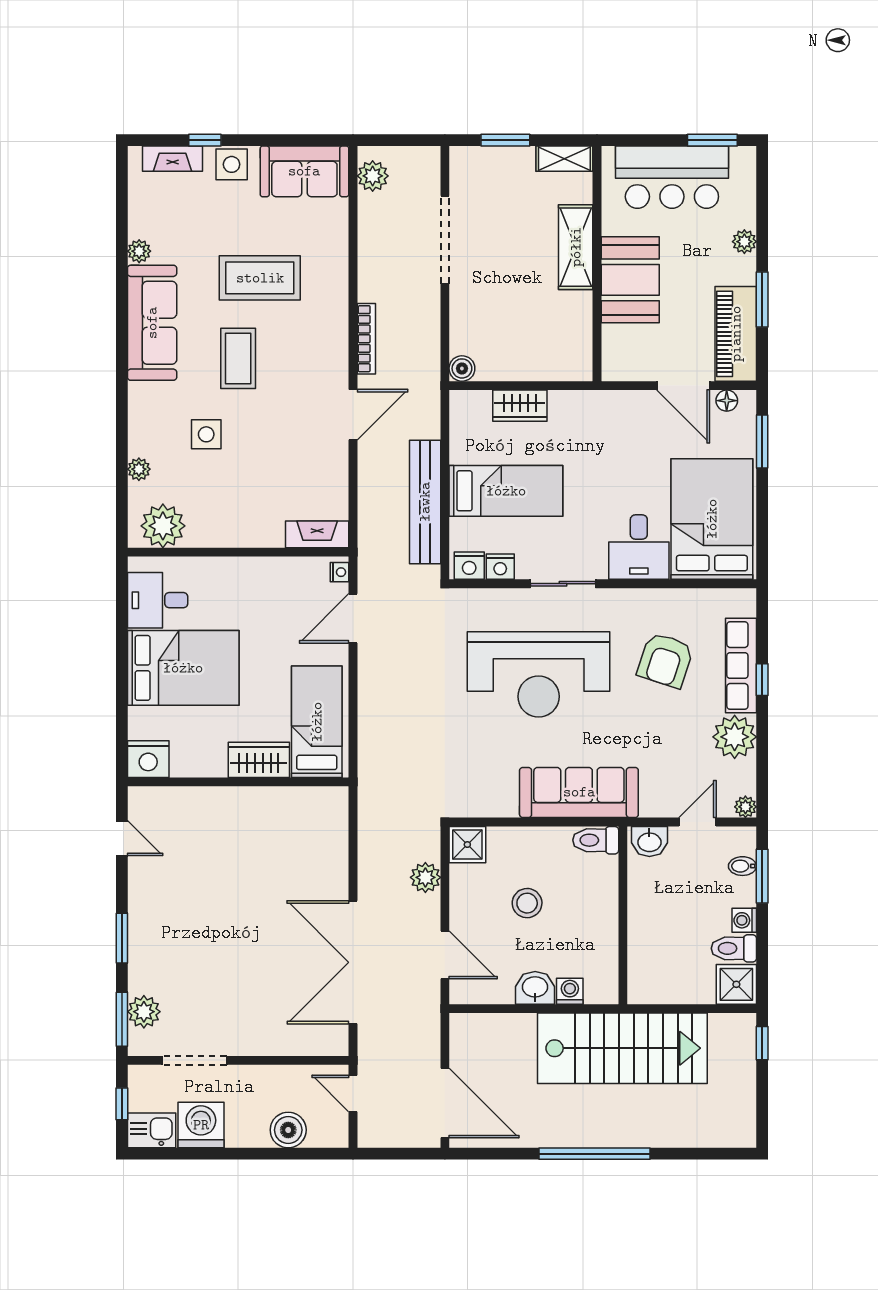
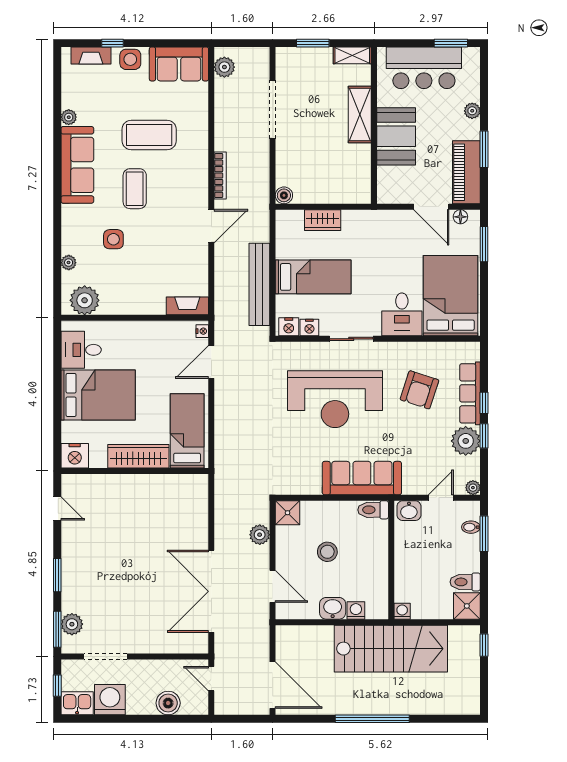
window: (762, 729) -> (484, 436), added
wardrobe: (259, 760) -> (138, 456), width x1.50
washing machine: (744, 920) -> (402, 611), moved, turned 90

